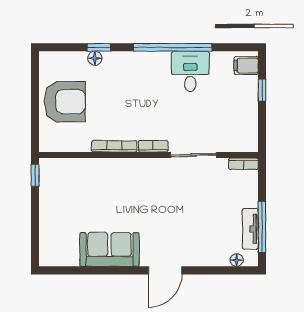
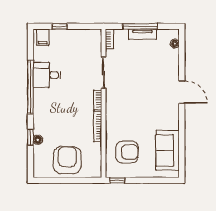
armchair: (77, 190) -> (127, 152), added
window: (262, 227) -> (140, 26), moved
tv unit: (250, 229) -> (142, 34), moved
sofa: (110, 249) -> (168, 150), moved

